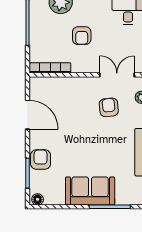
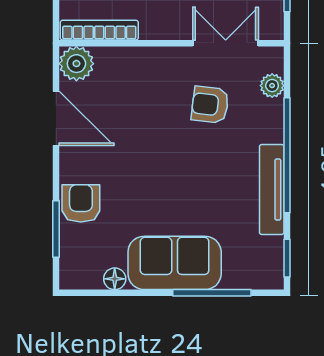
plant: (38, 86) -> (76, 64), added
armchair: (109, 107) -> (210, 105), turned -77
floor lamp: (38, 199) -> (115, 279), moved

